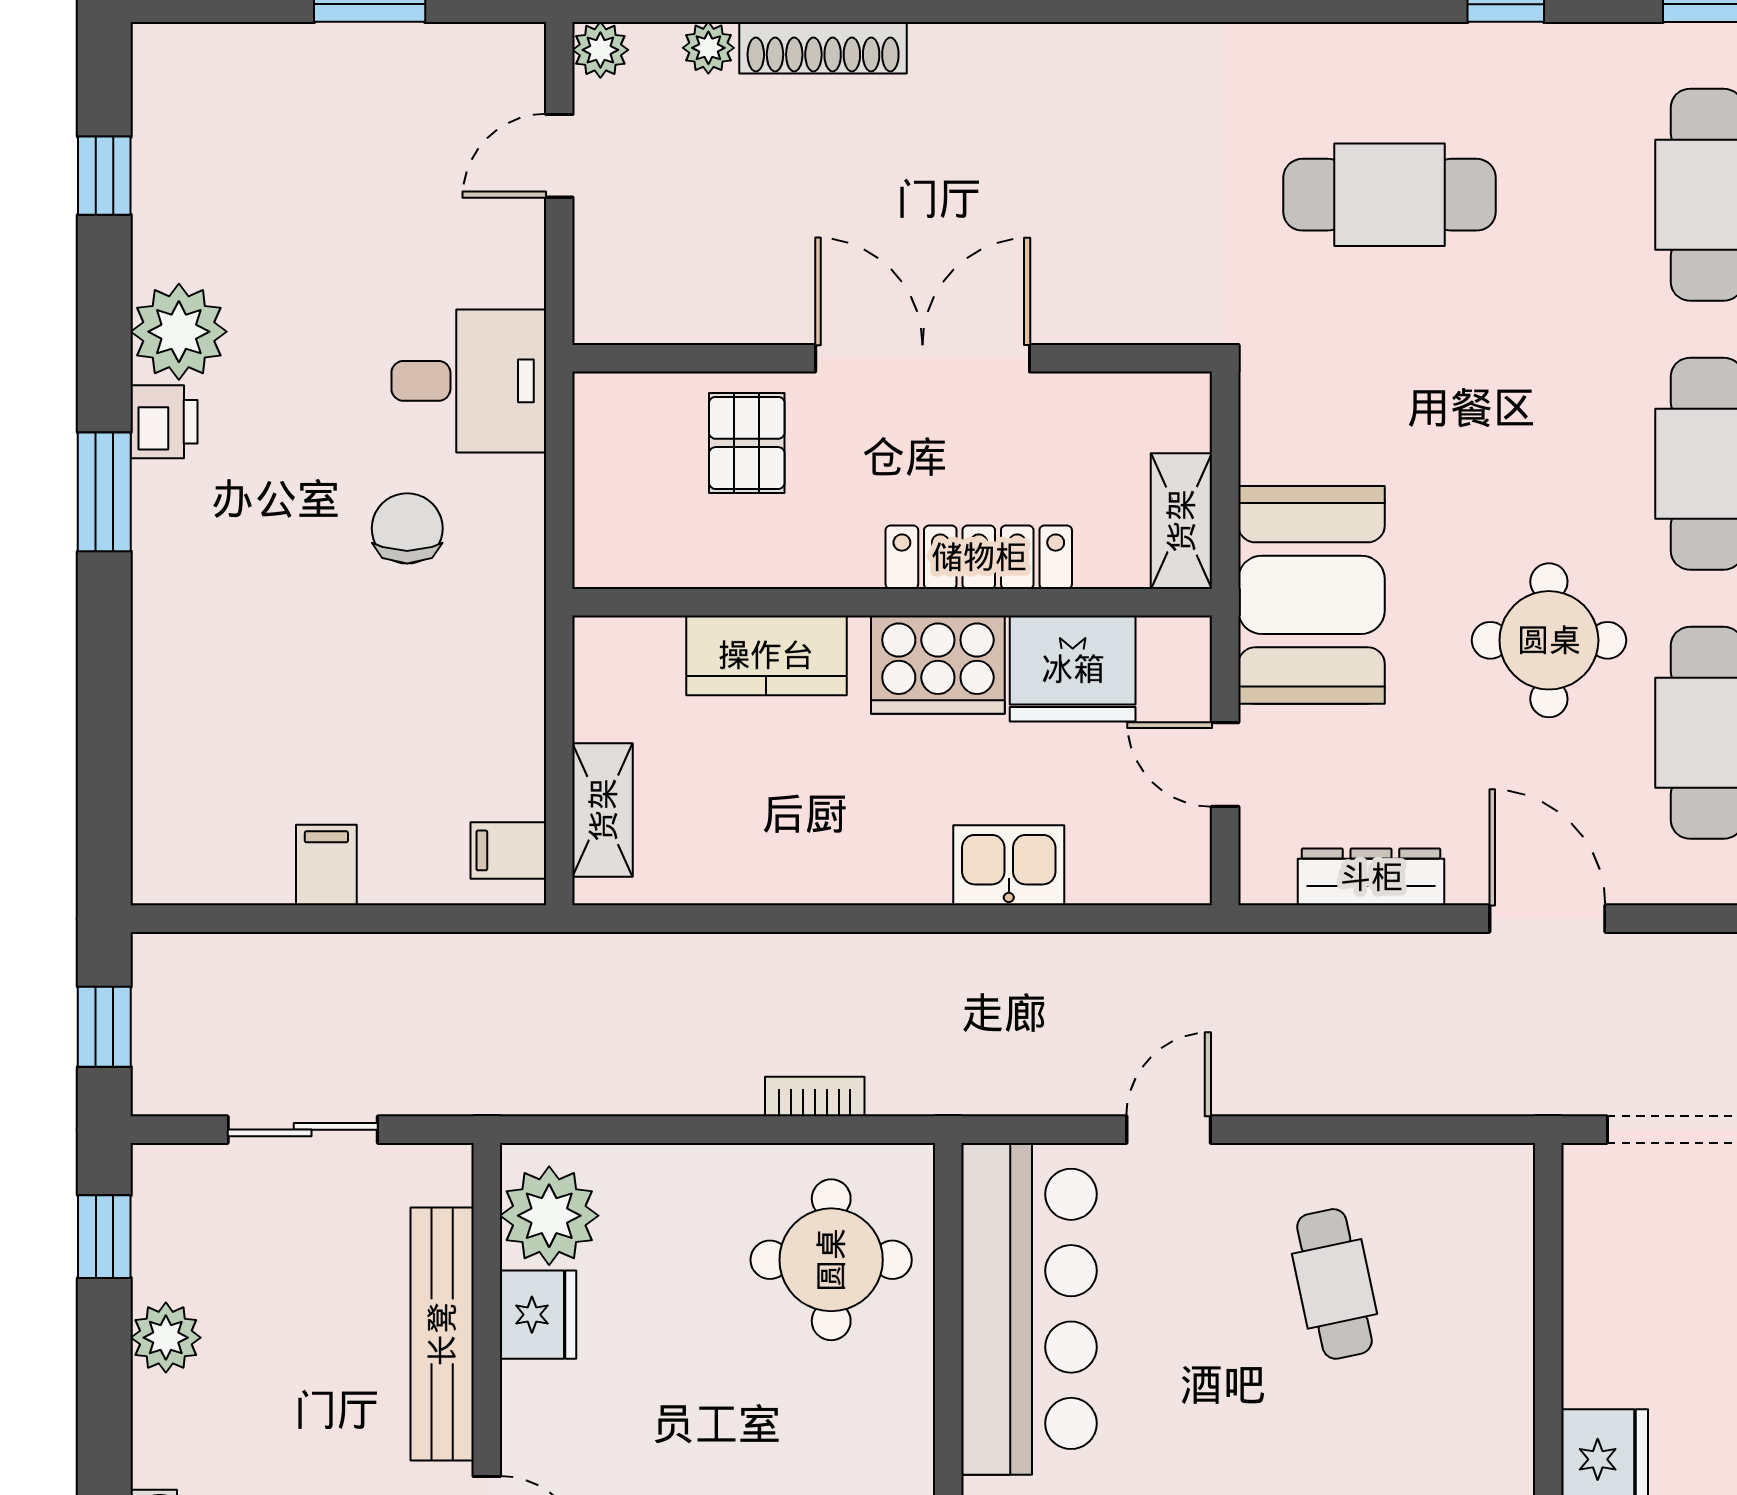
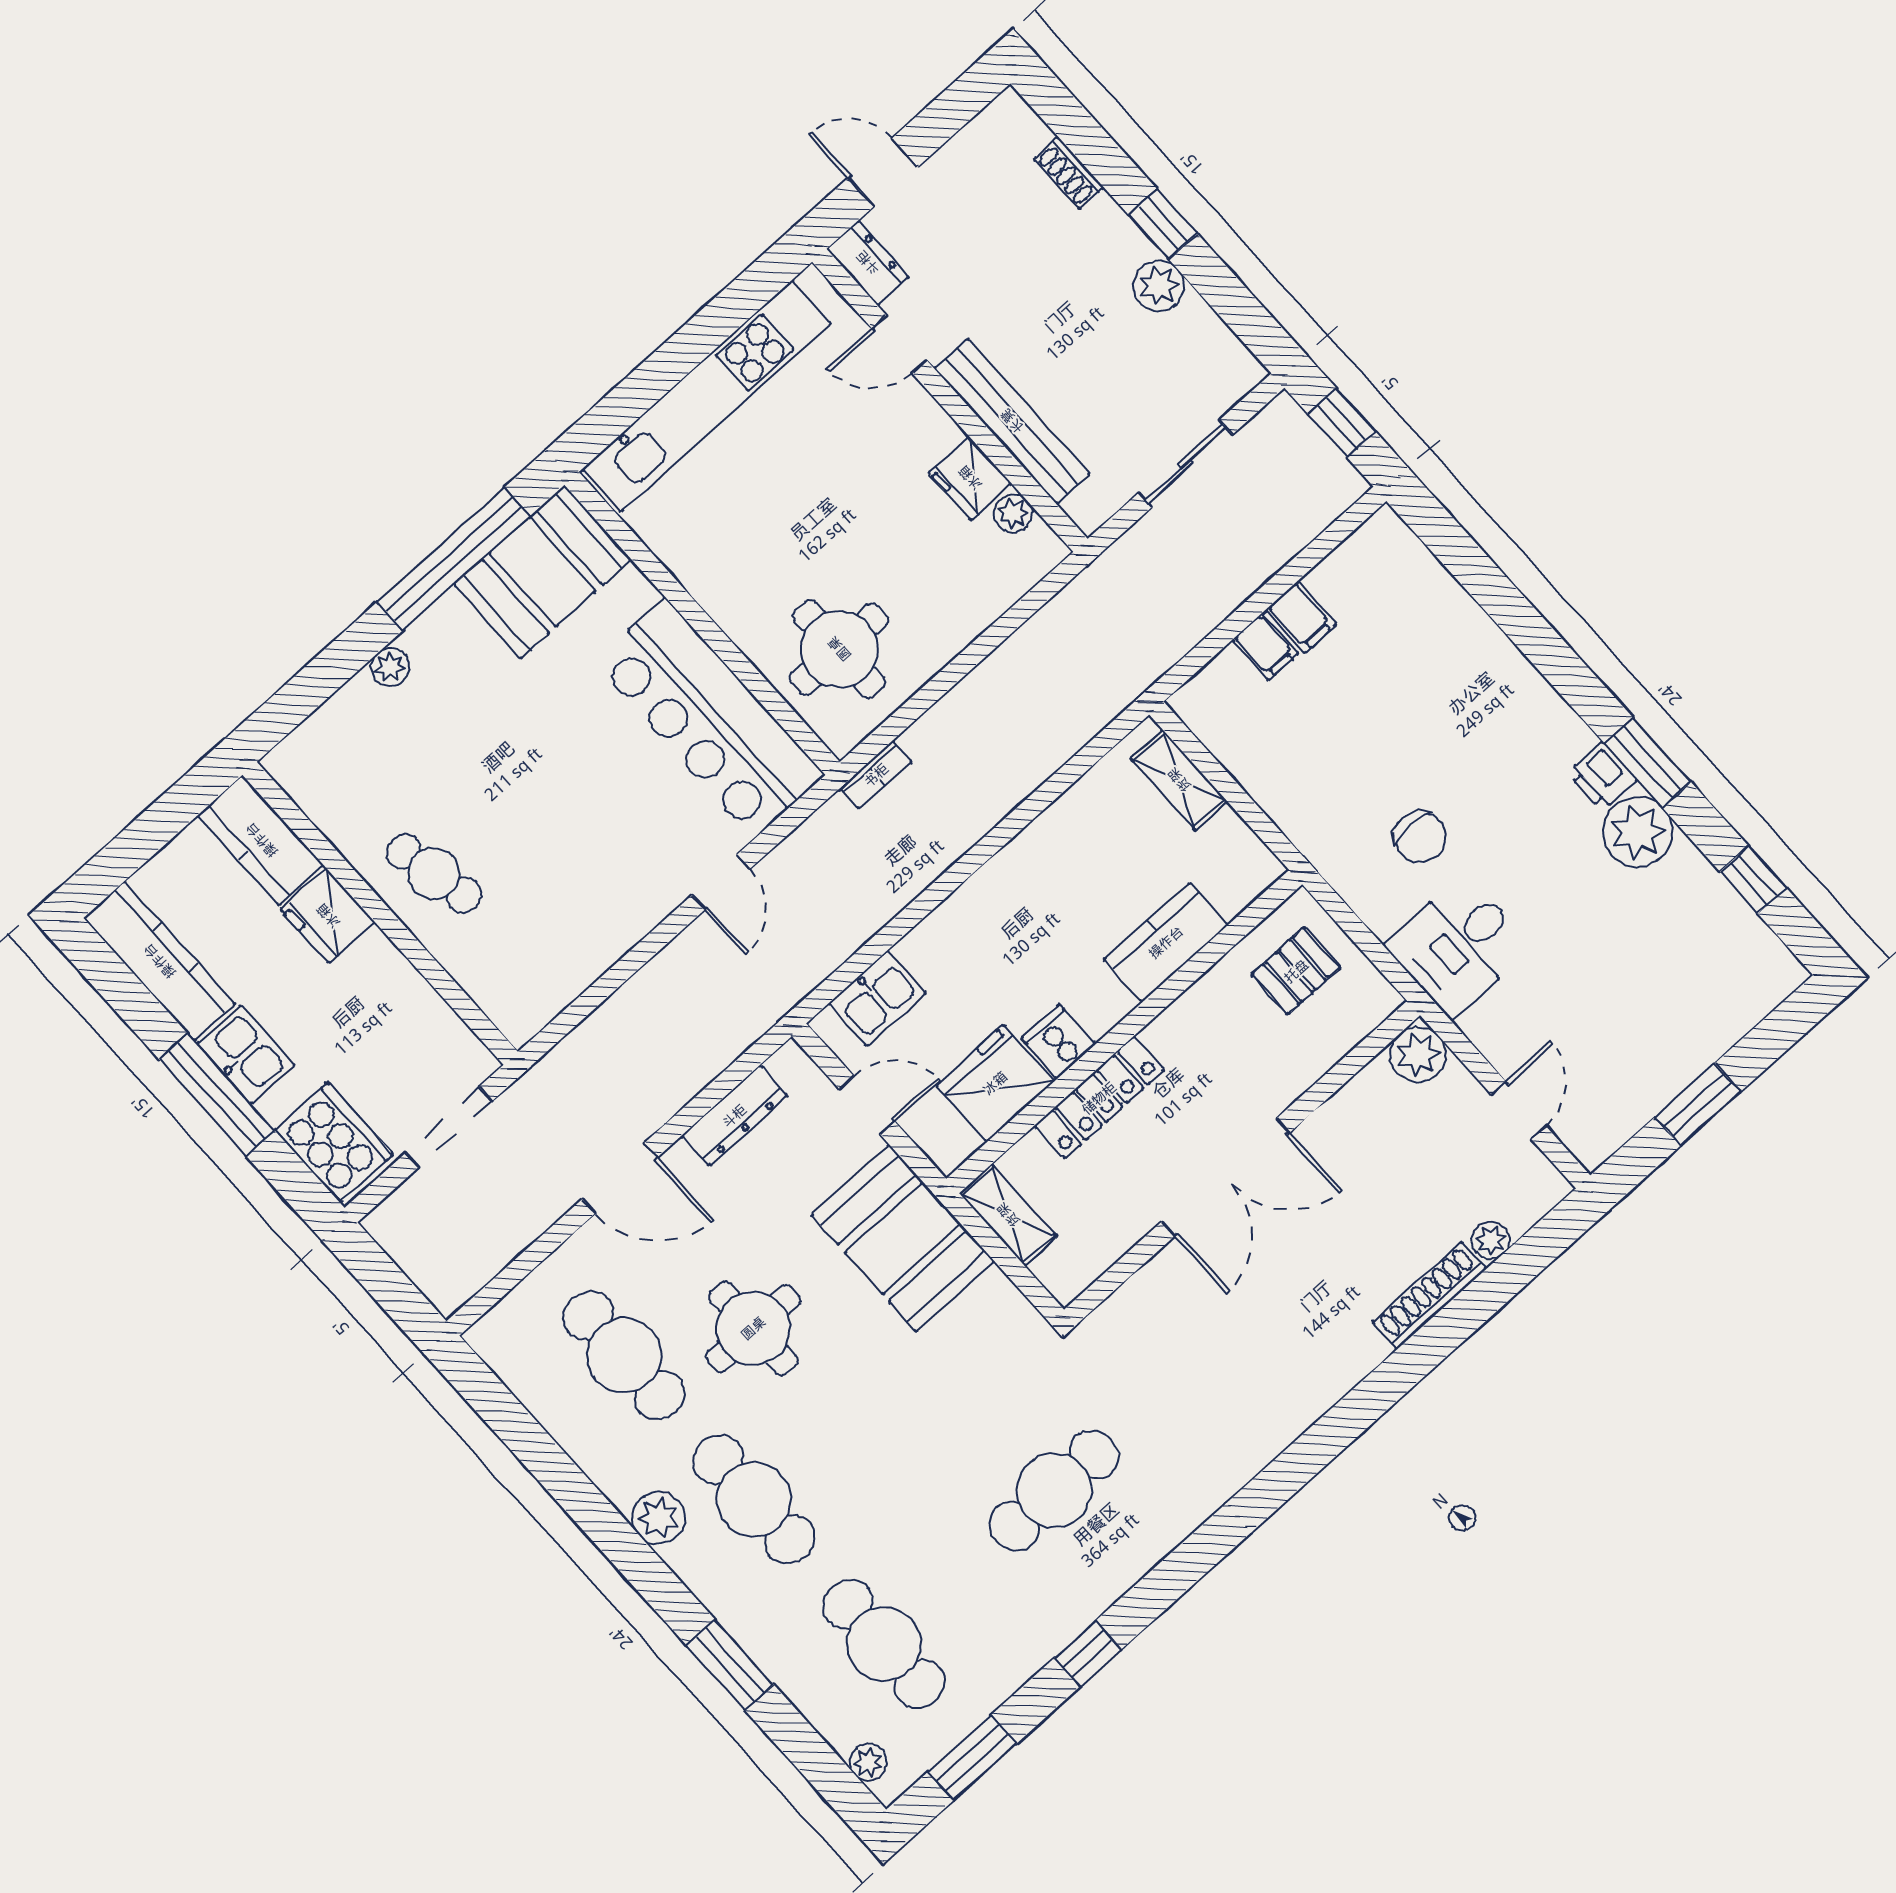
plant: (600, 50) -> (1418, 1054), moved, width x1.38, depth x1.38
pallet: (747, 443) -> (1296, 971), moved, turned 90
window: (104, 492) -> (1648, 763), moved
cooker: (938, 665) -> (1058, 1041), width x0.53, depth x0.76
filing cabinet: (508, 850) -> (1265, 647), moved, turned 90
kitchen sink: (1009, 865) -> (877, 998), moved
bookcase: (815, 1097) -> (876, 775), moved
plant: (549, 1216) -> (1013, 513), width x0.53, depth x0.53
window: (104, 1237) -> (1163, 224), moved
cafe table: (1334, 1284) -> (434, 873), moved

